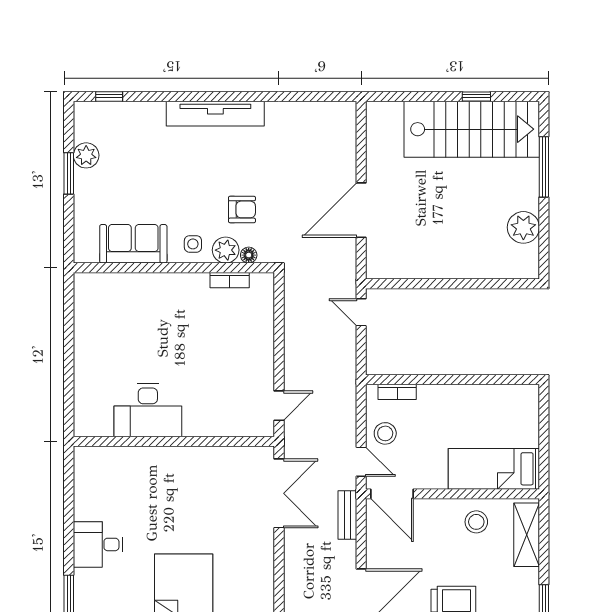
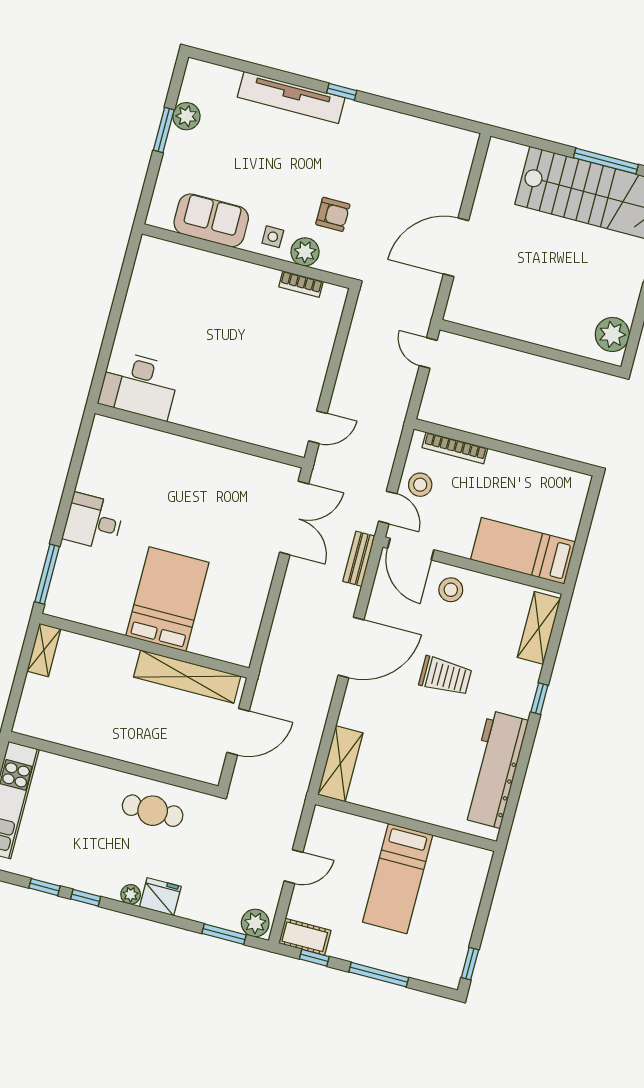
window: (109, 96) -> (342, 92), moved
window: (476, 96) -> (606, 161), width x2.17
tv unit: (215, 114) -> (291, 97), moved
plant: (523, 227) -> (612, 334), moved
floor lamp: (249, 255) -> (327, 263), removed
bookcase: (397, 392) -> (455, 448), width x1.56
desk: (148, 410) -> (139, 385), moved
stool: (476, 522) -> (451, 590), moved

